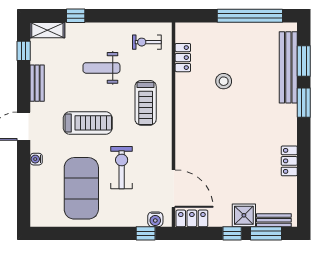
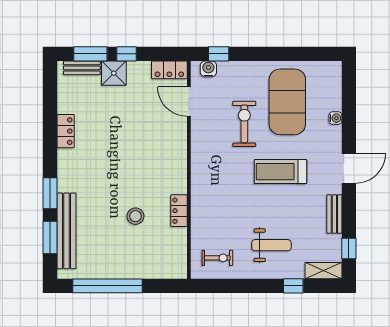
locker: (183, 58) -> (179, 211), moved
weight bench: (101, 68) -> (271, 245), moved
treadmill: (146, 103) -> (219, 193), removed
water cooler: (36, 159) -> (335, 118), moved
exercise bike: (122, 168) -> (244, 124), turned 180
door: (174, 189) -> (189, 102), width x0.73

